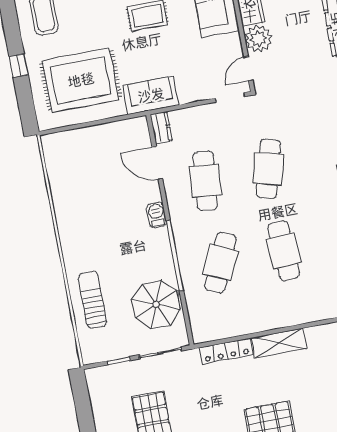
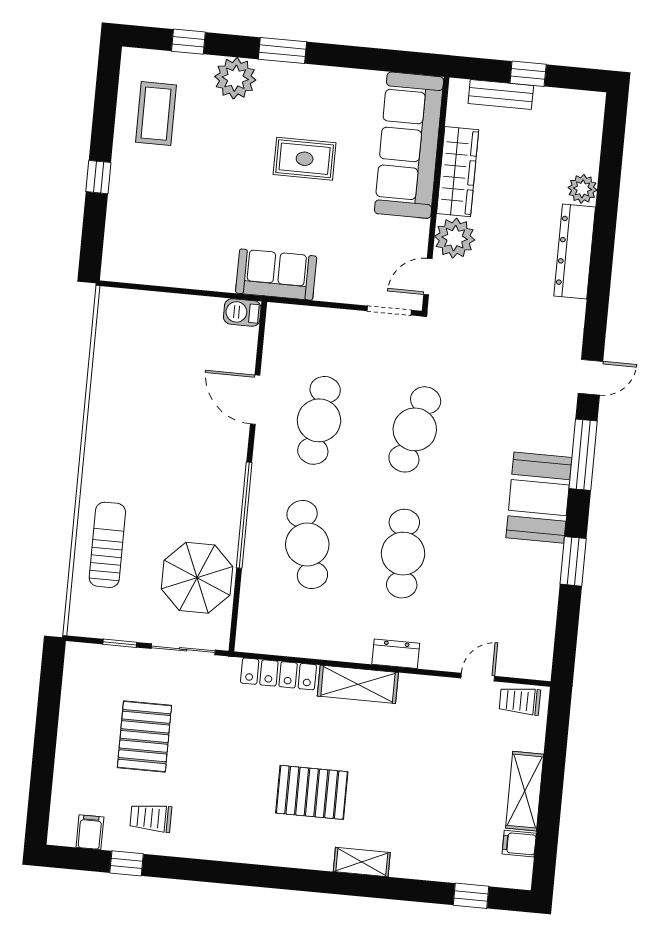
rug: (81, 80) -> (181, 224), removed
dresser: (161, 128) -> (396, 654), moved, turned -90
door: (157, 163) -> (255, 400), moved
barbecue: (156, 215) -> (242, 312), moved, turned -90
cafe table: (221, 263) -> (307, 545), turned -39

